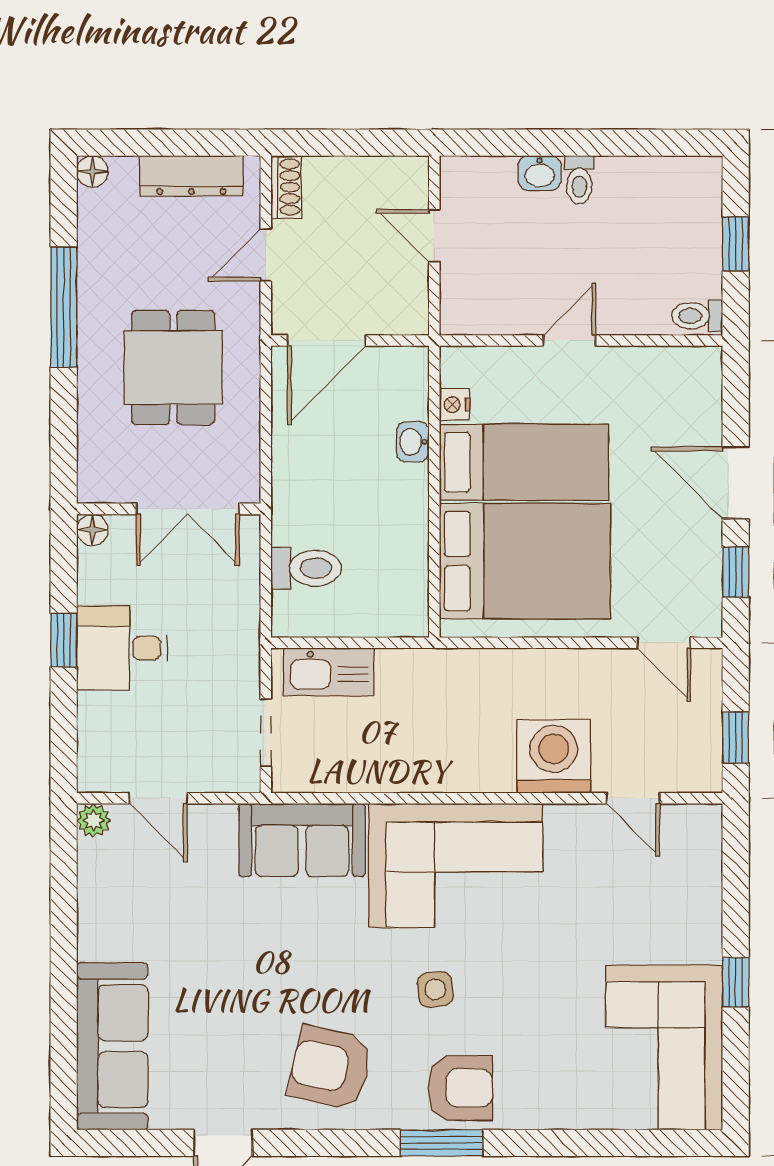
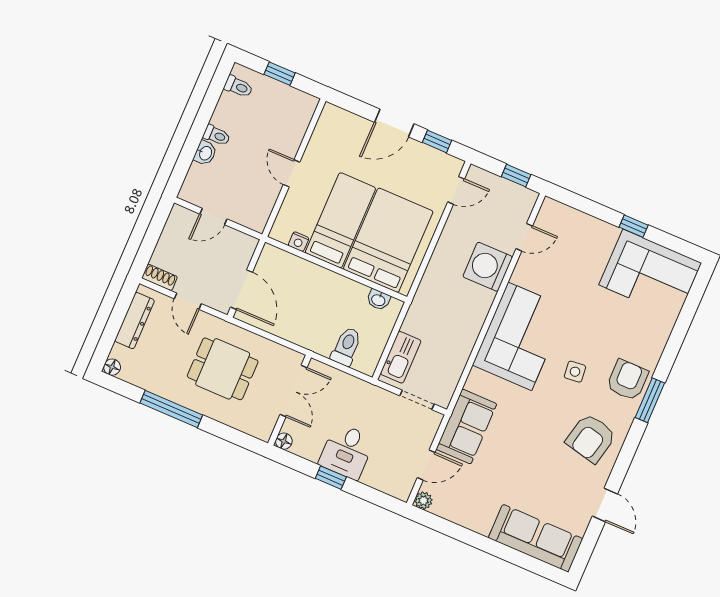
toilet: (697, 316) -> (238, 87), moved, turned -90
washbasin: (413, 442) -> (378, 300), moved
sofa: (302, 840) -> (466, 426), moved

